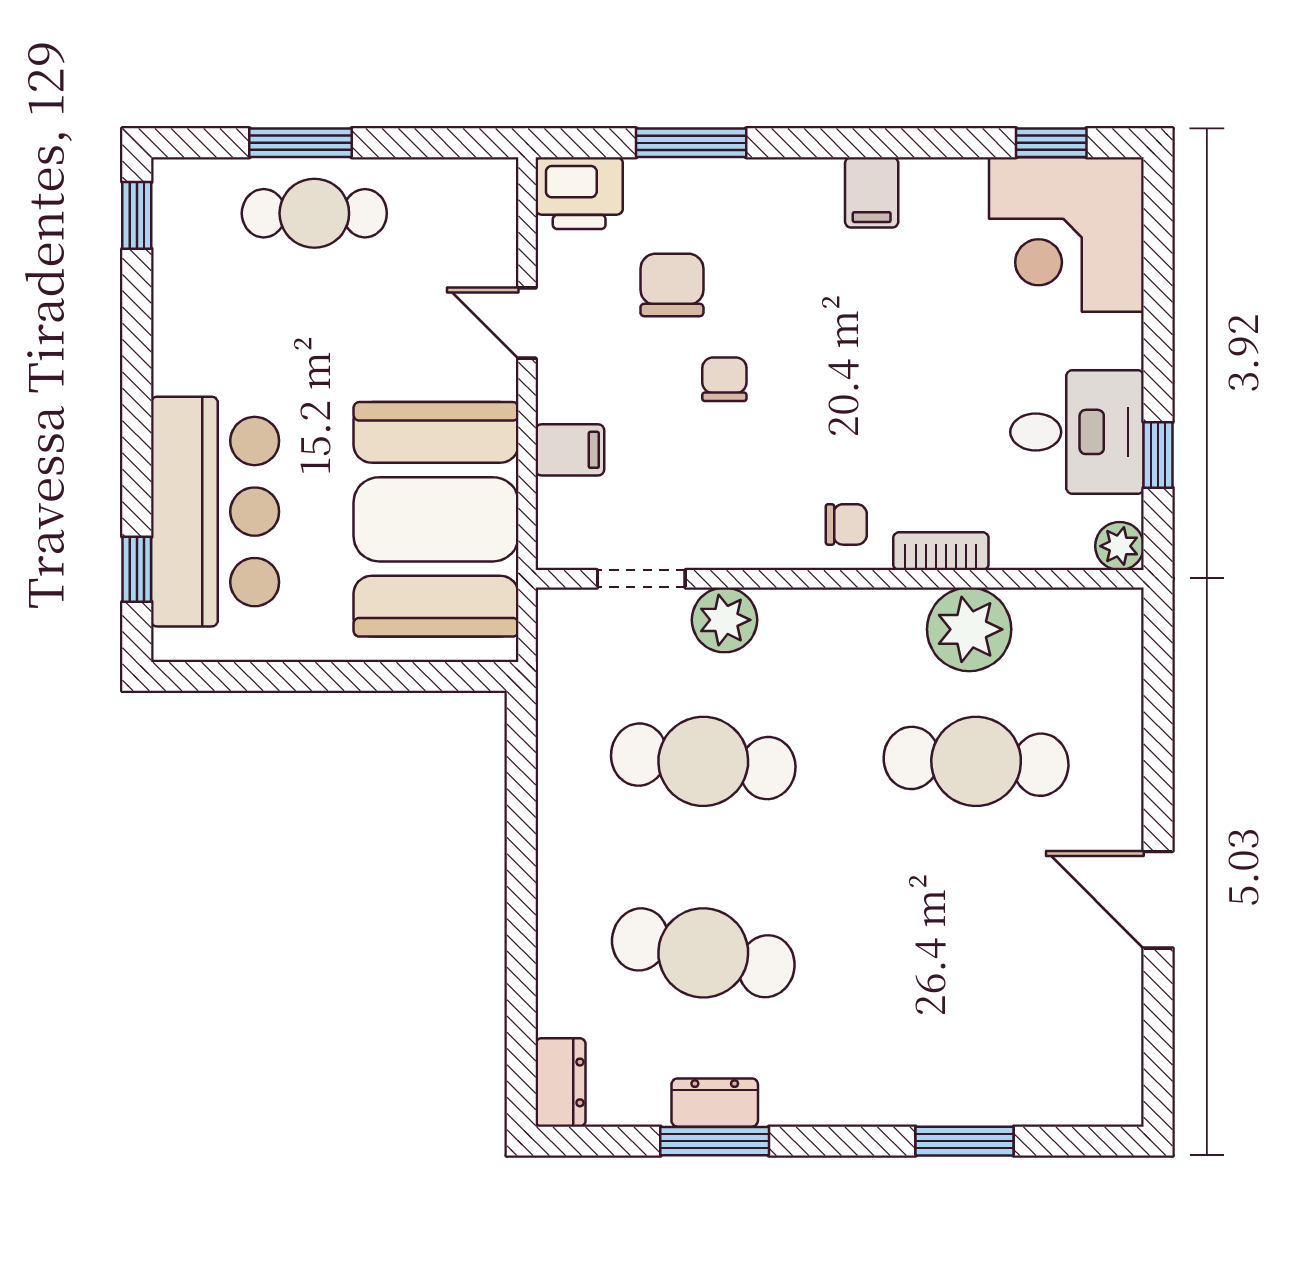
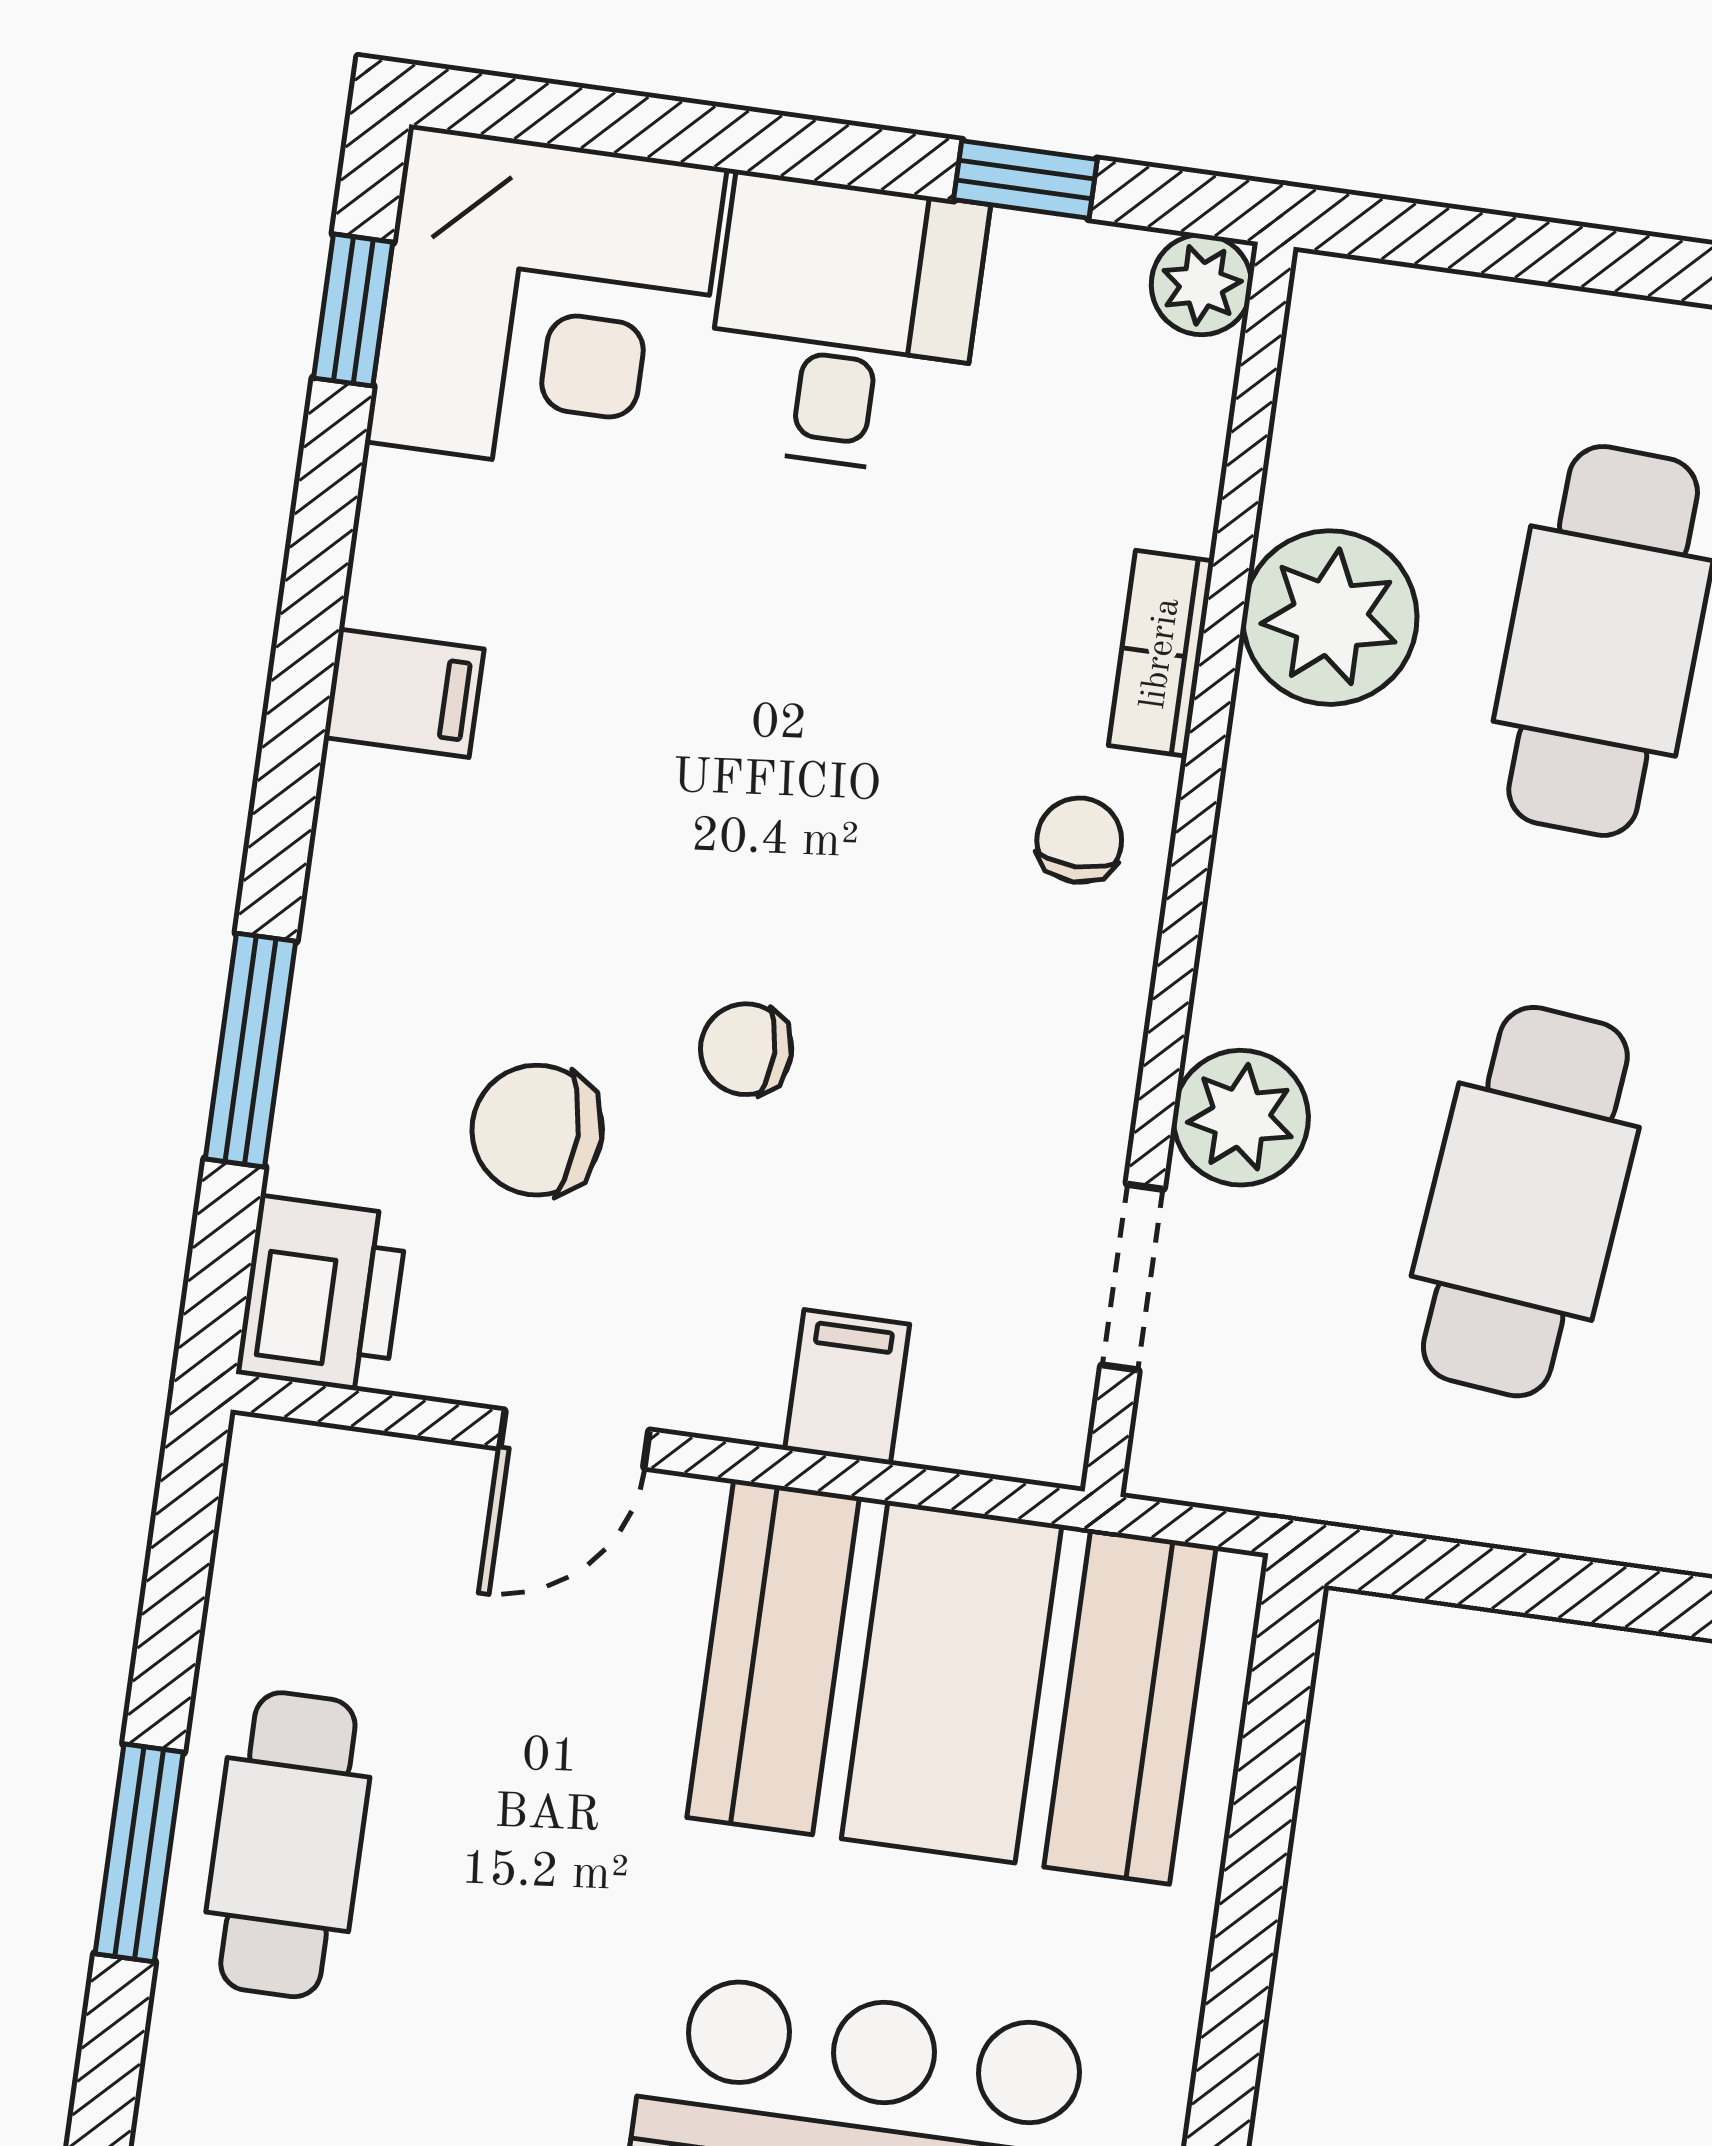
desk: (1077, 432) -> (845, 324), moved

